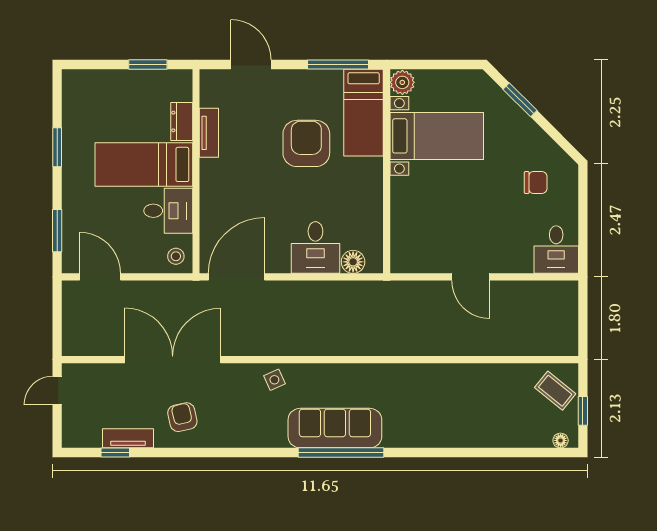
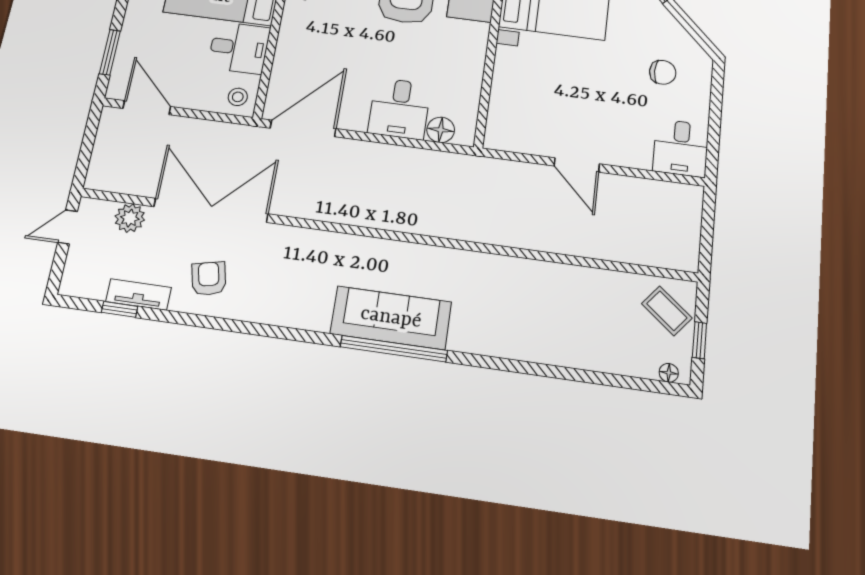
plant: (107, 376) -> (130, 218), added
side table: (274, 380) -> (327, 250), removed

